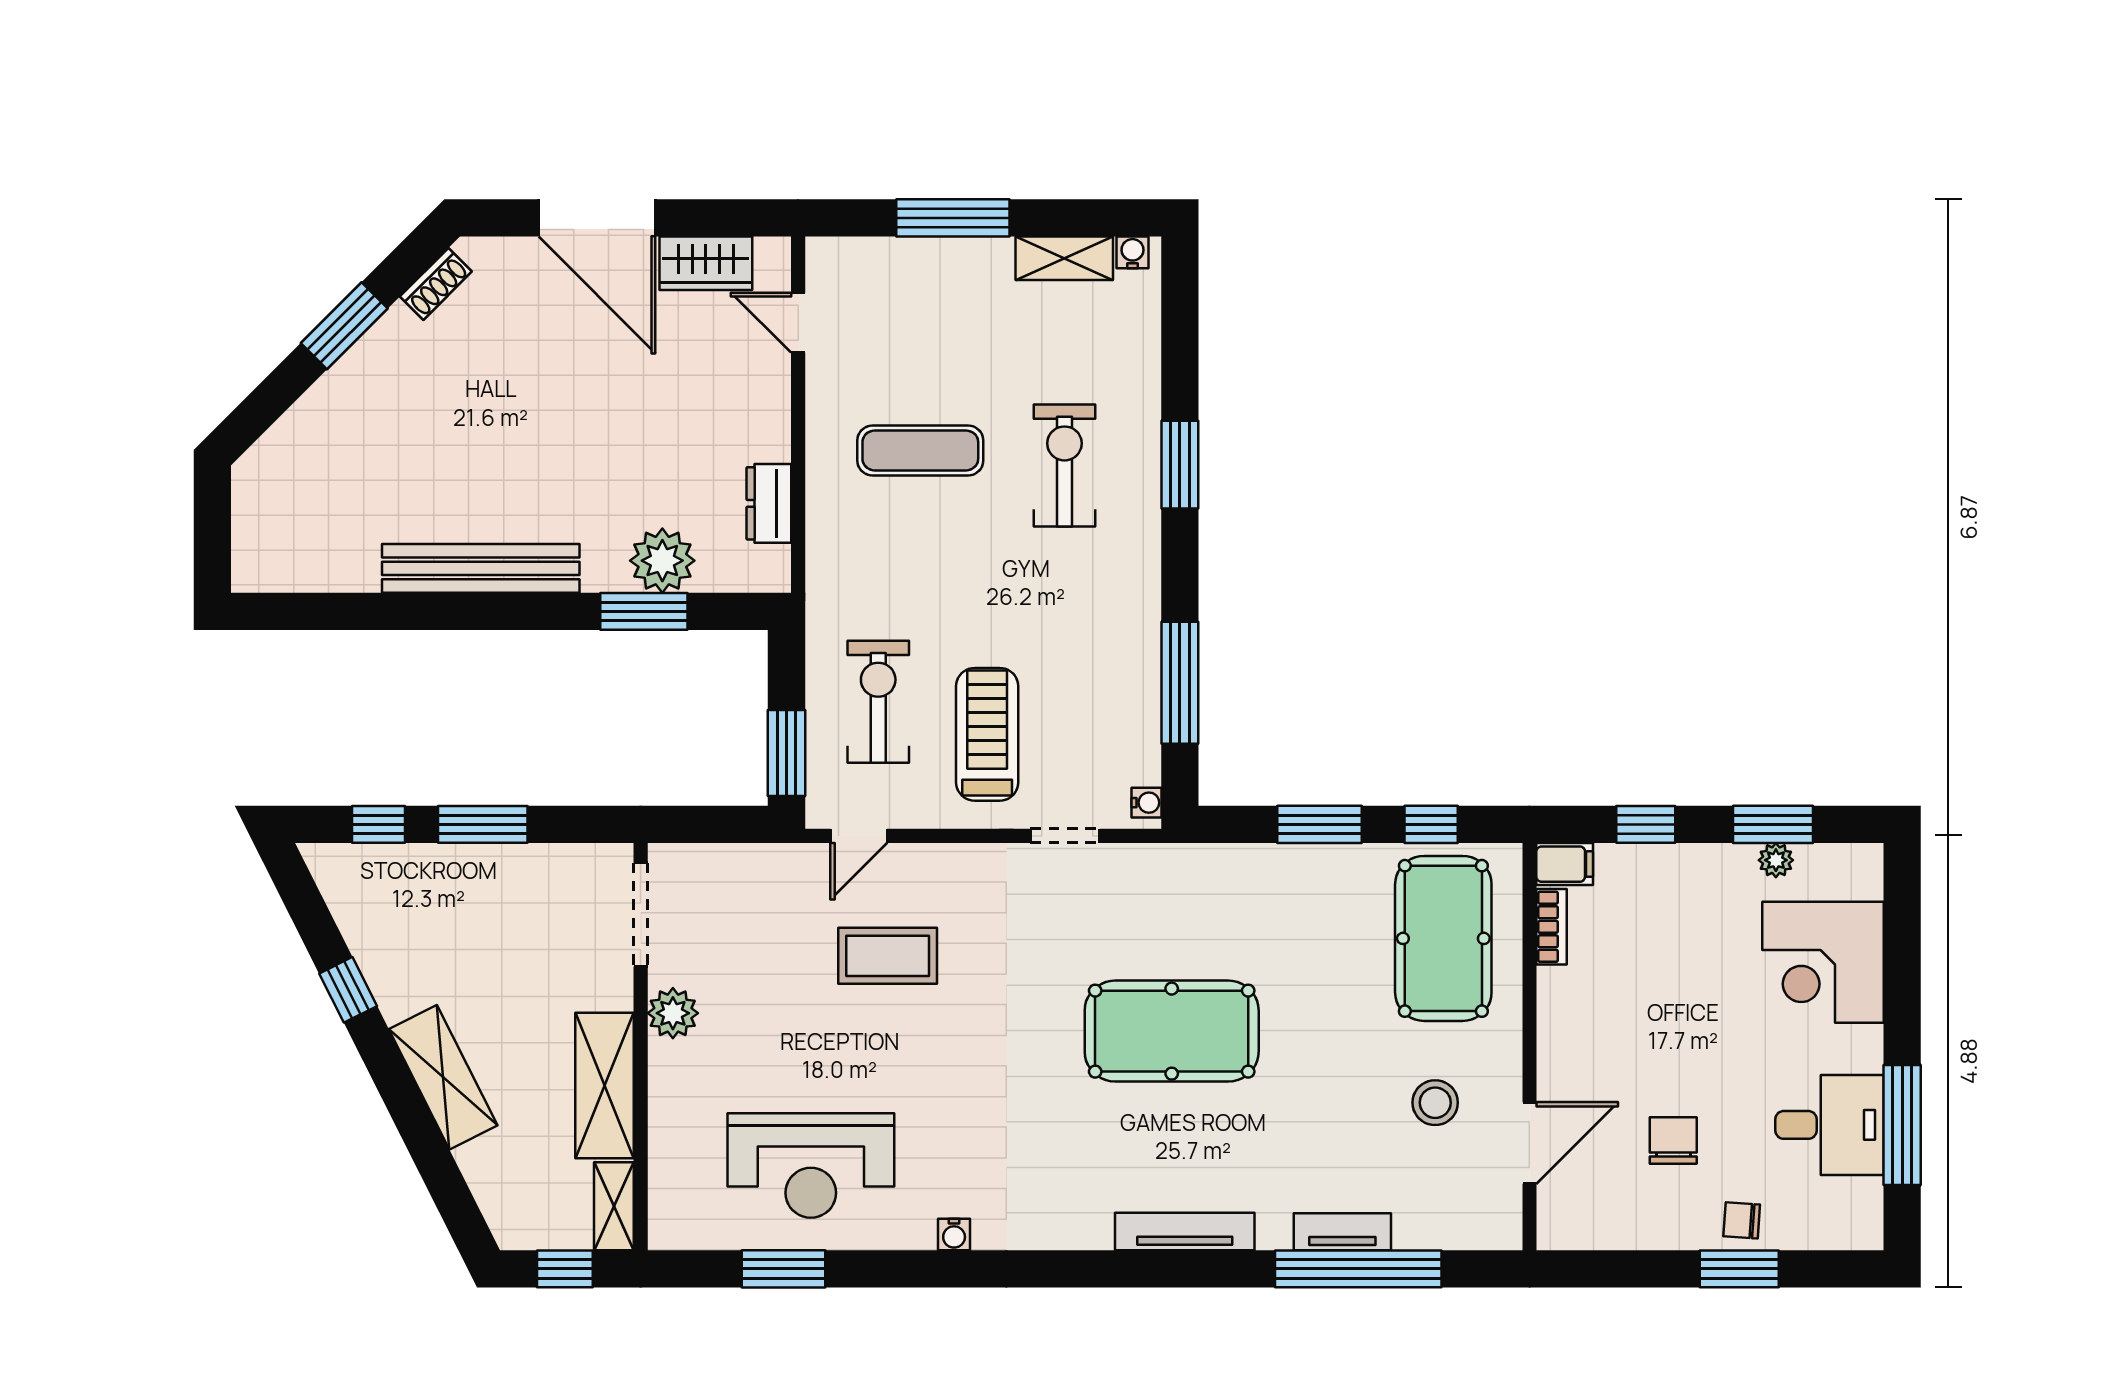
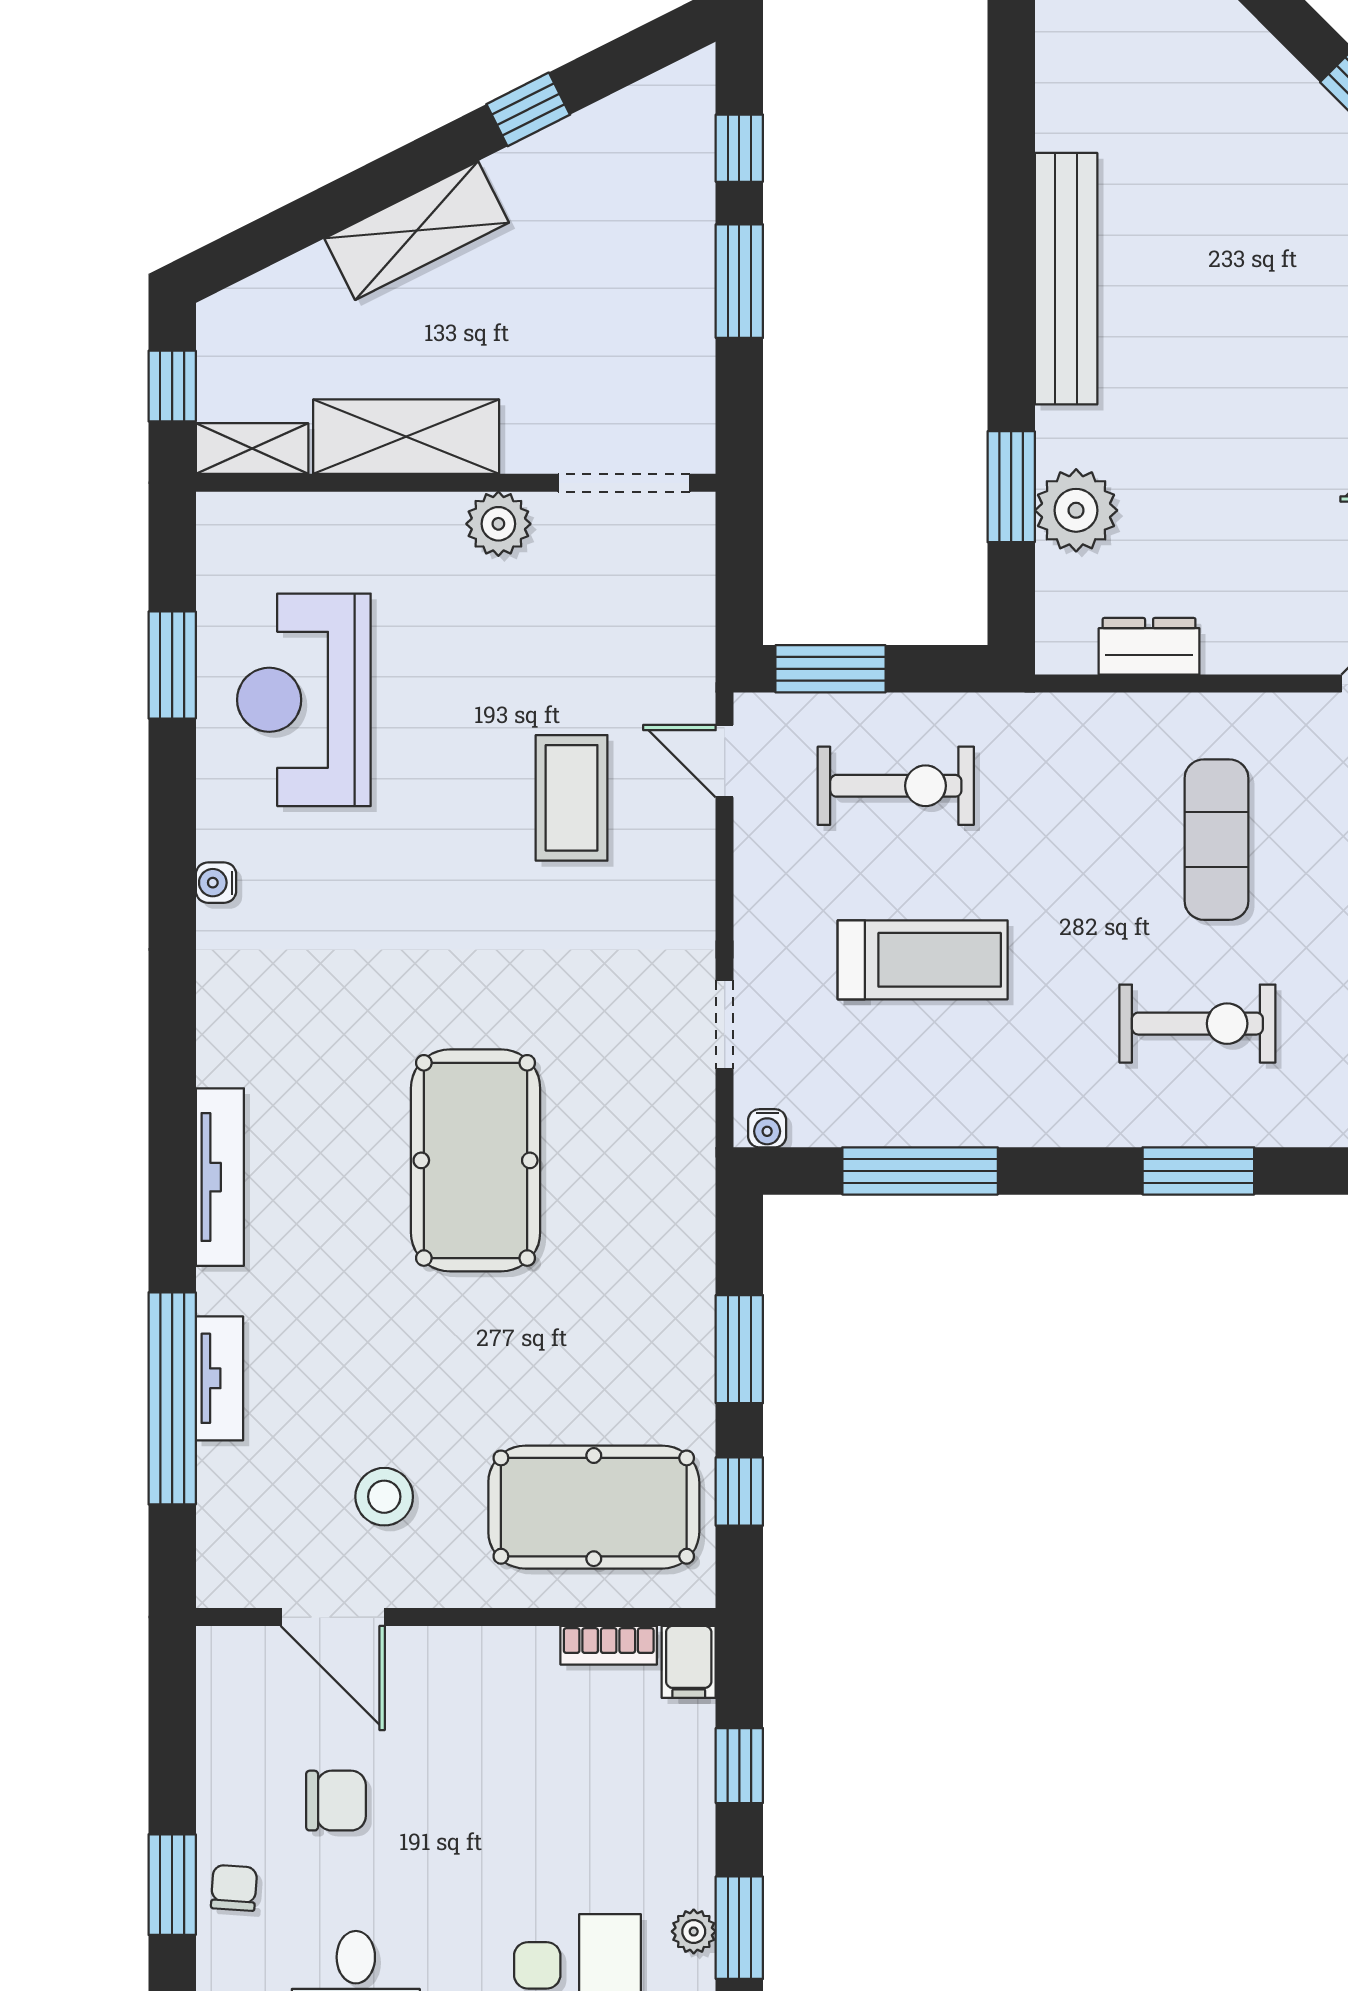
treadmill: (987, 734) -> (923, 960), moved

